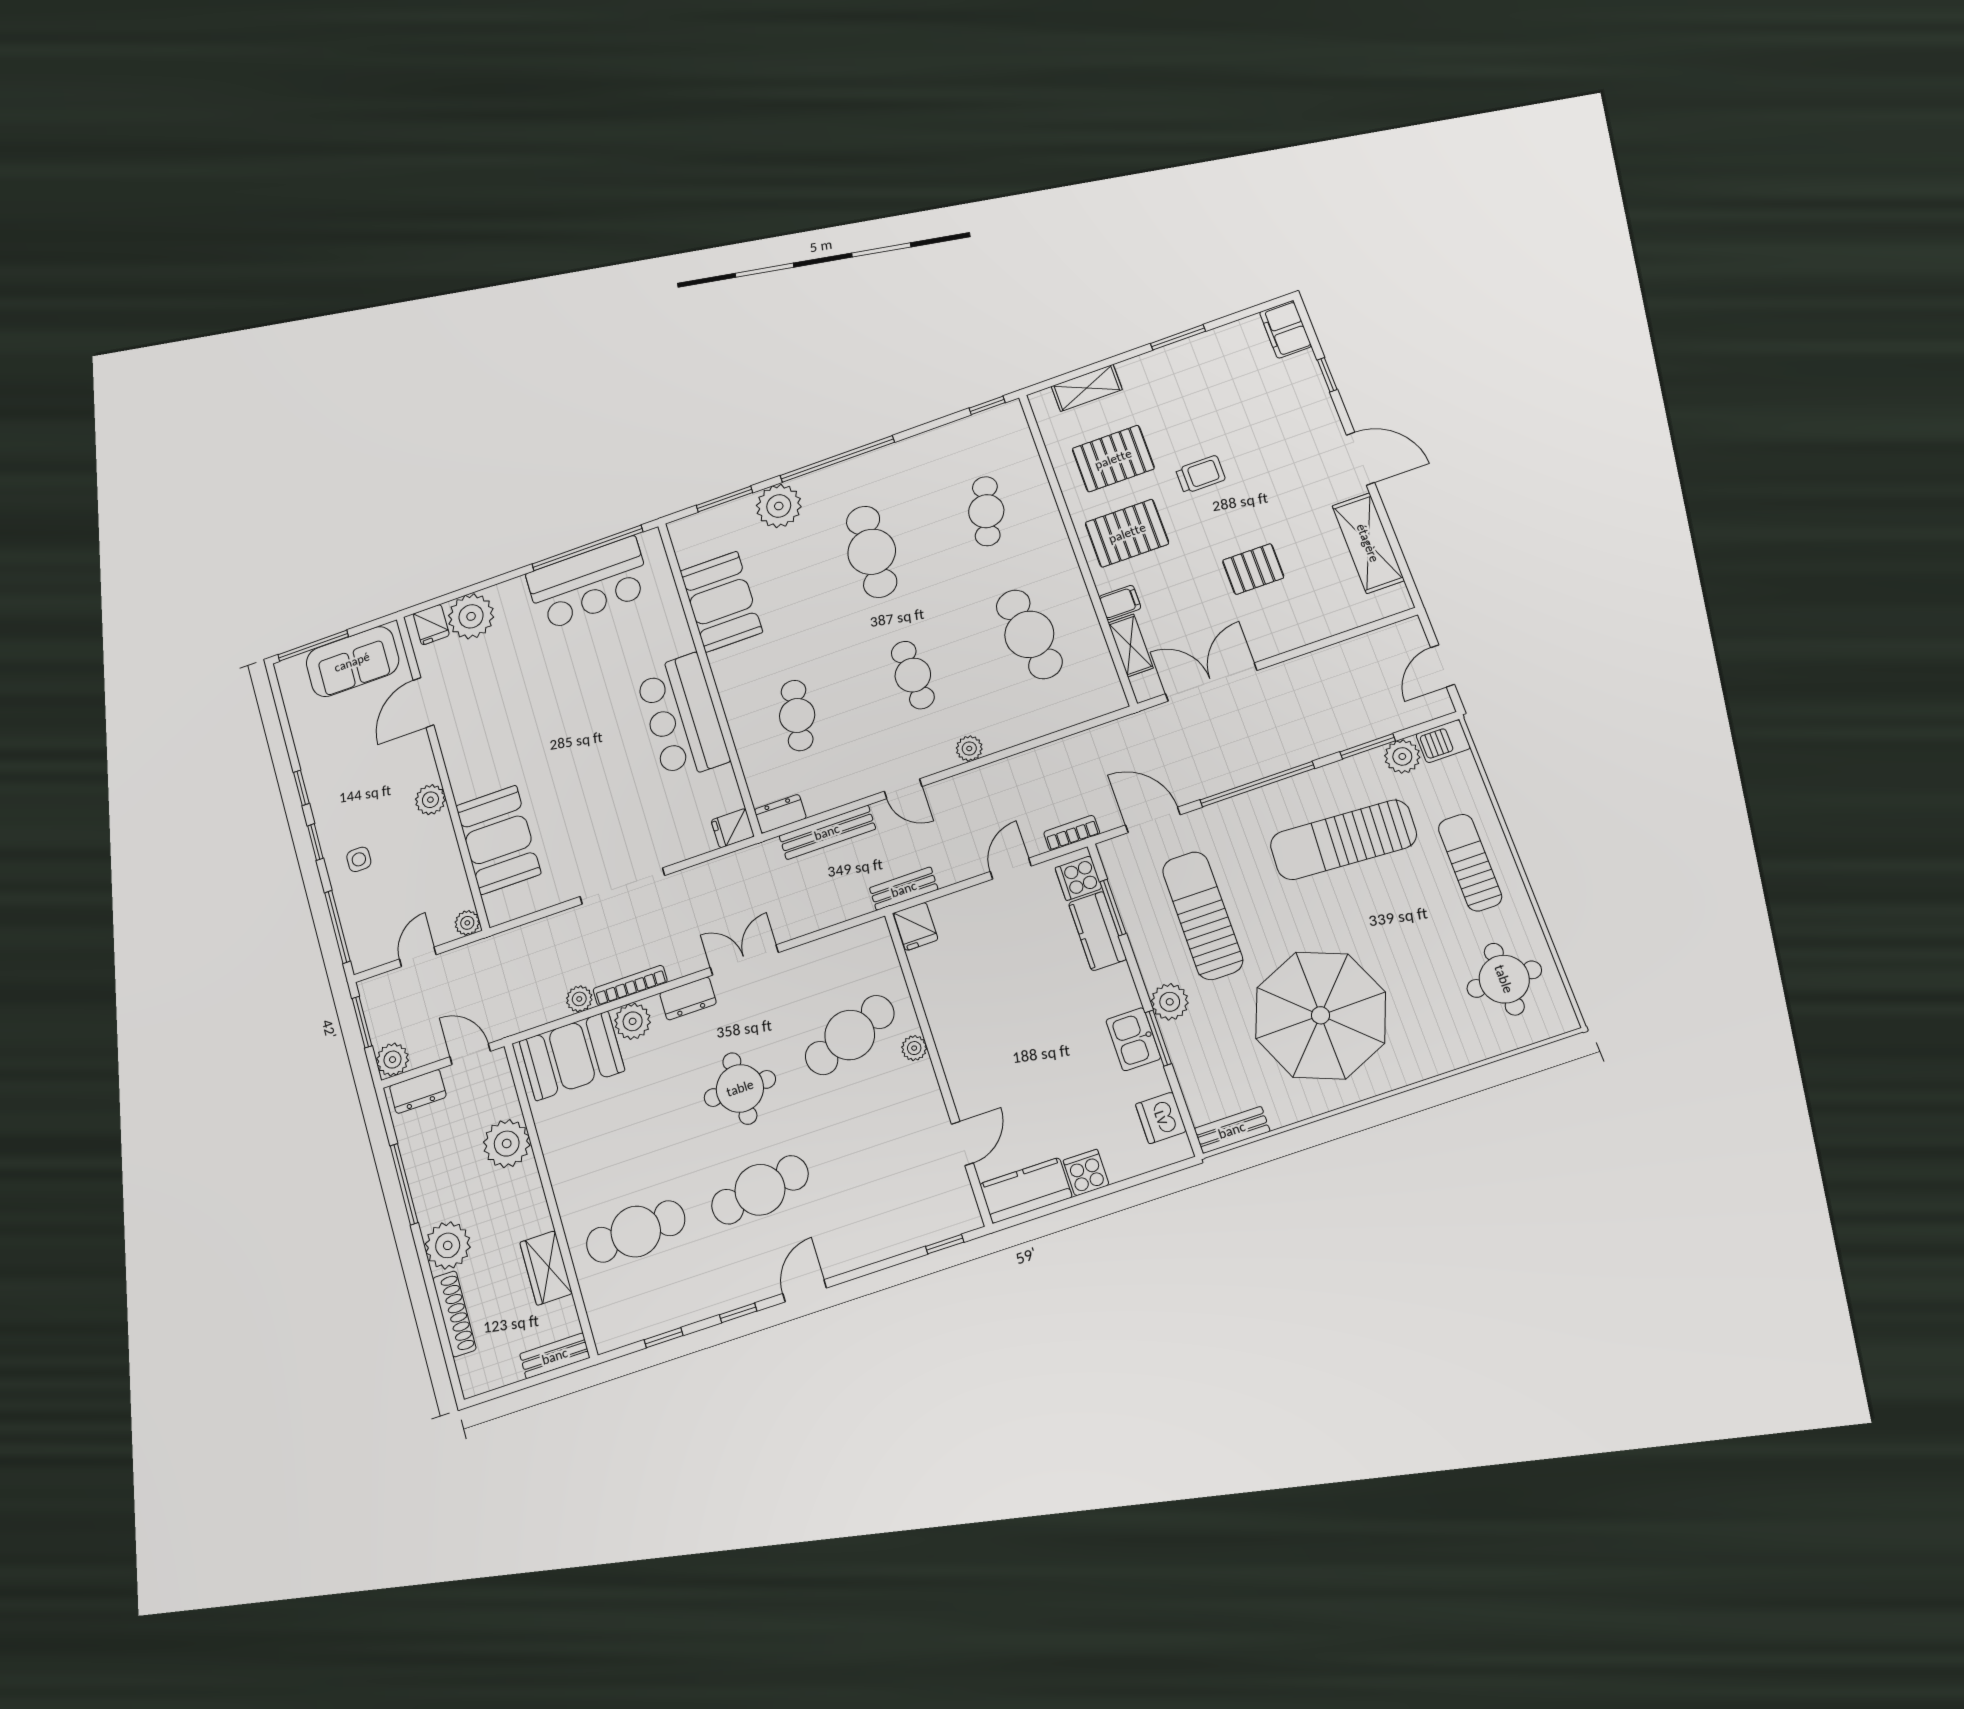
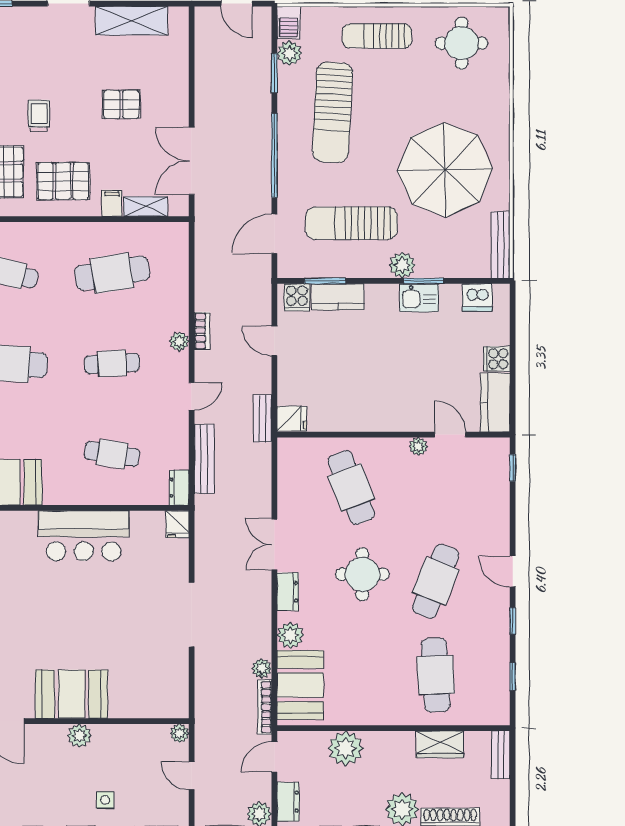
pallet: (1127, 533) -> (63, 181), turned 90
pallet: (1253, 569) -> (121, 104), turned 90
bookcase: (1072, 833) -> (202, 331), moved, turned 180
booth: (498, 840) -> (71, 694), moved
bookcase: (630, 985) -> (265, 707), moved
plant: (914, 1048) -> (418, 446), moved
bench: (1232, 1130) -> (501, 245), width x1.36
cafe table: (760, 1190) -> (436, 581), turned 30

